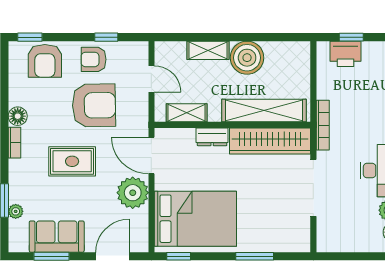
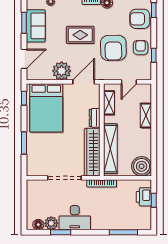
boiler: (247, 58) -> (142, 166), moved
rug: (72, 161) -> (80, 35), turned 90
door: (112, 256) -> (24, 59), hinge flipped

